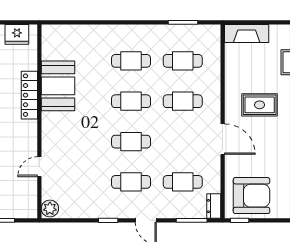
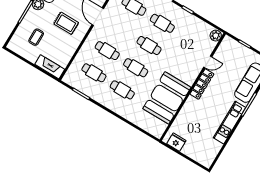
booth: (58, 86) -> (167, 98), width x1.36, depth x1.42
locker: (29, 95) -> (202, 84), moved

